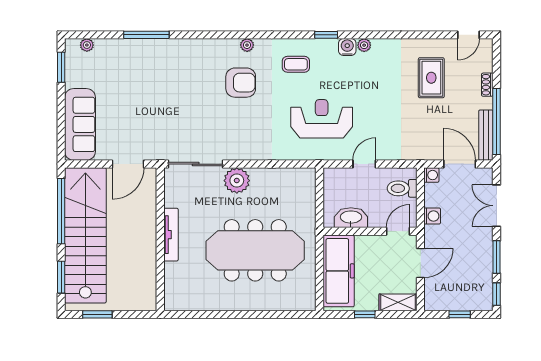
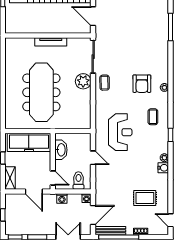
water cooler: (347, 47) -> (163, 168), moved
coffee table: (239, 145) -> (105, 83), added

